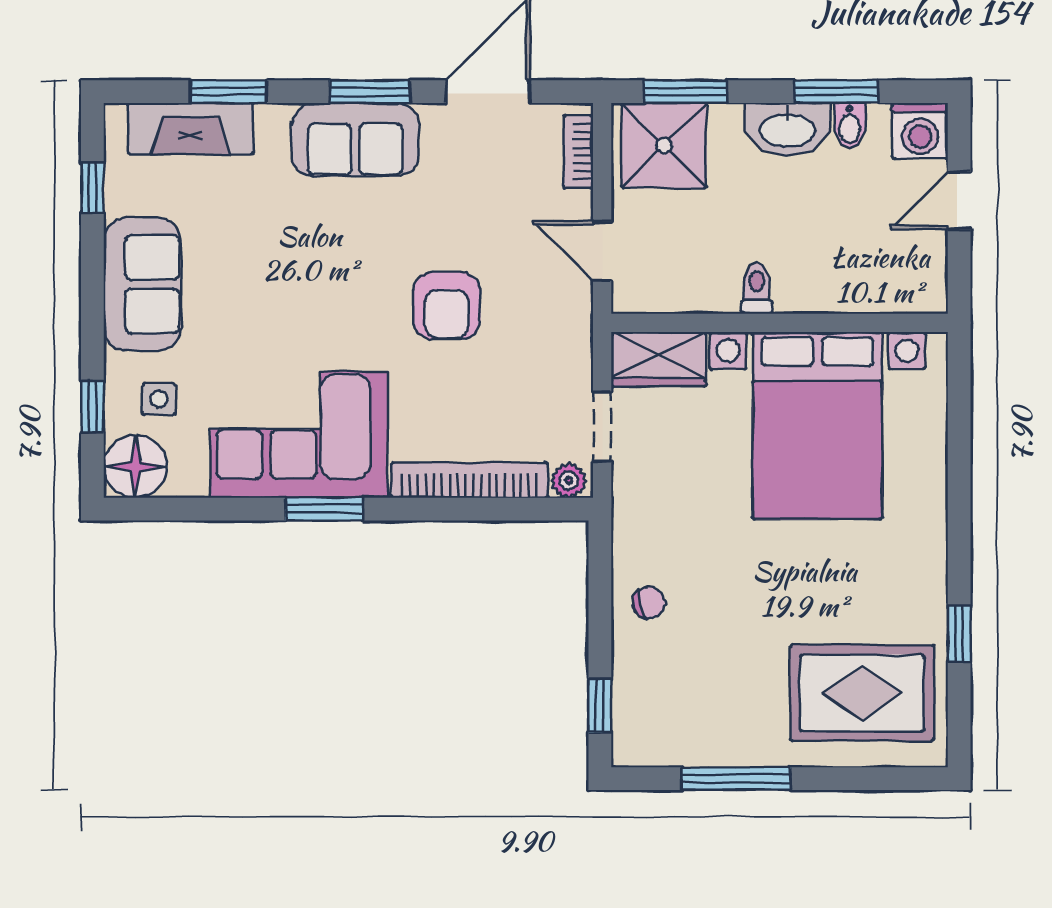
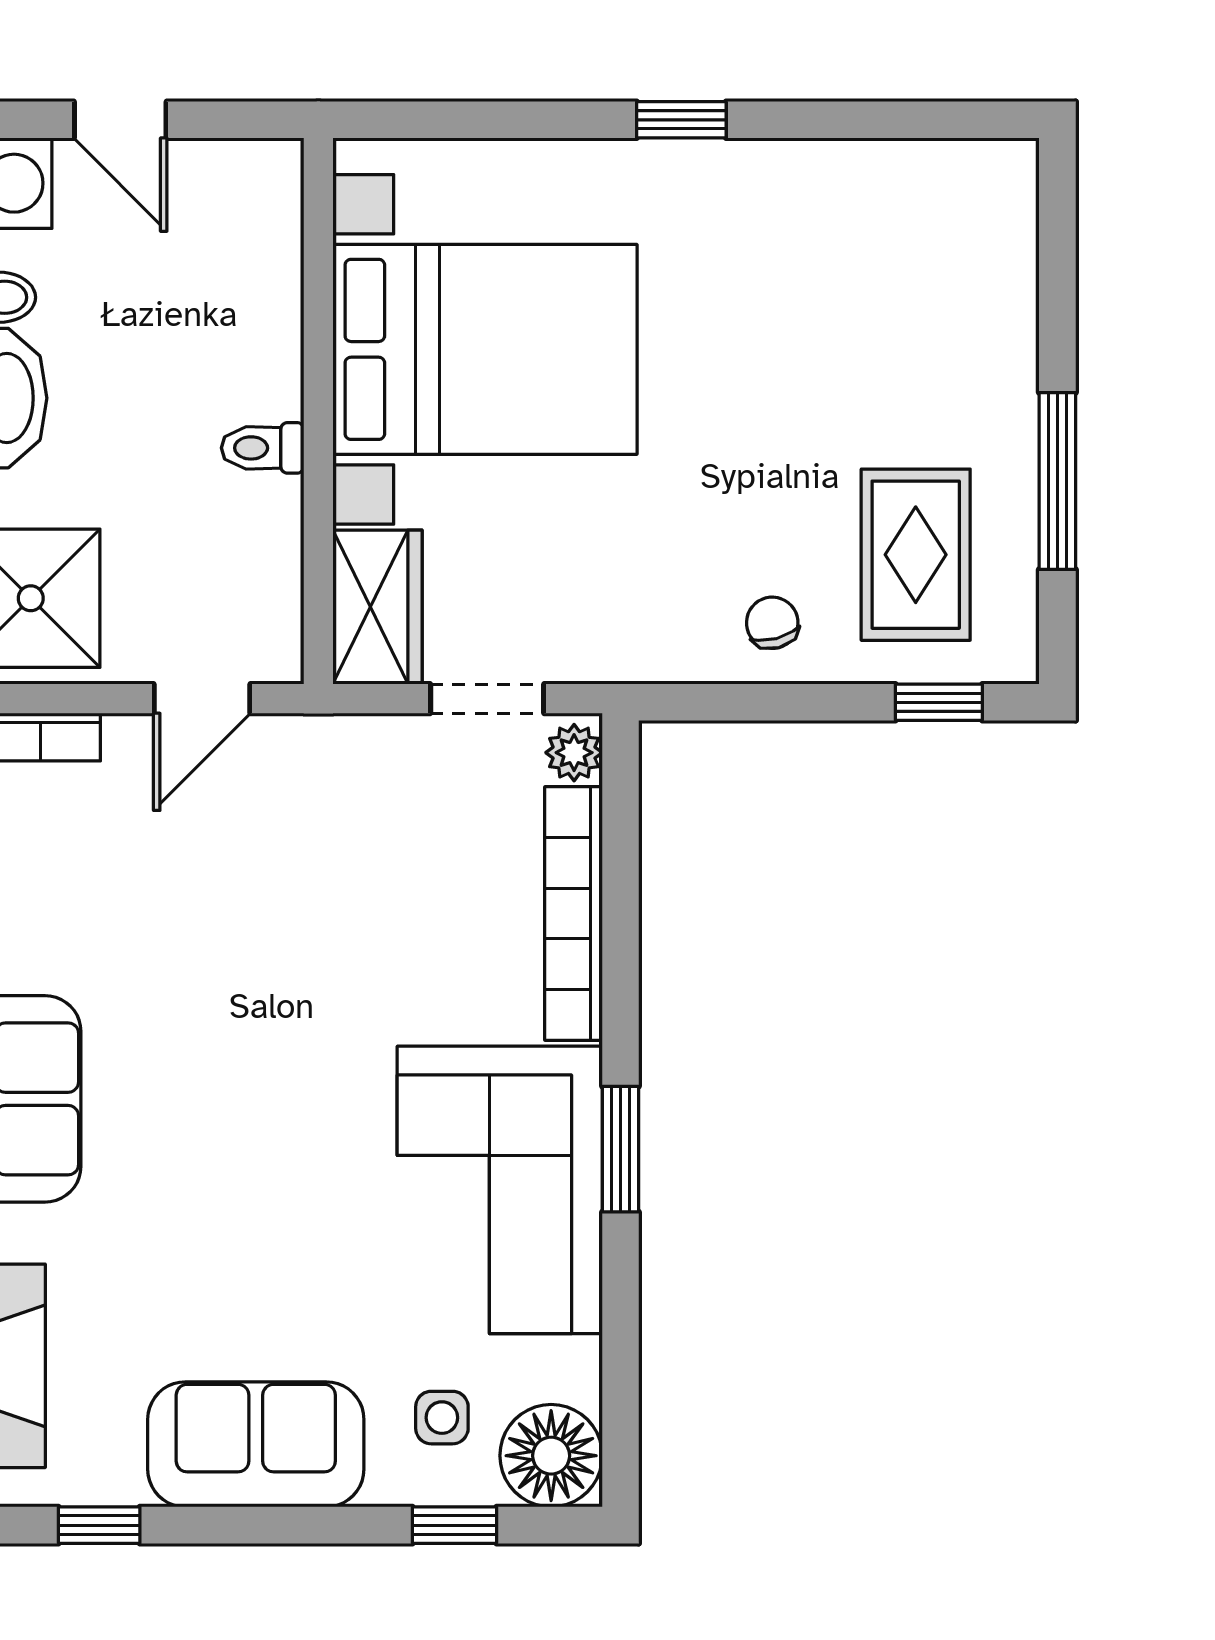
armchair: (447, 306) -> (291, 951), removed
window: (959, 634) -> (681, 120), moved
rug: (862, 693) -> (916, 555), moved, width x0.73, depth x0.70

